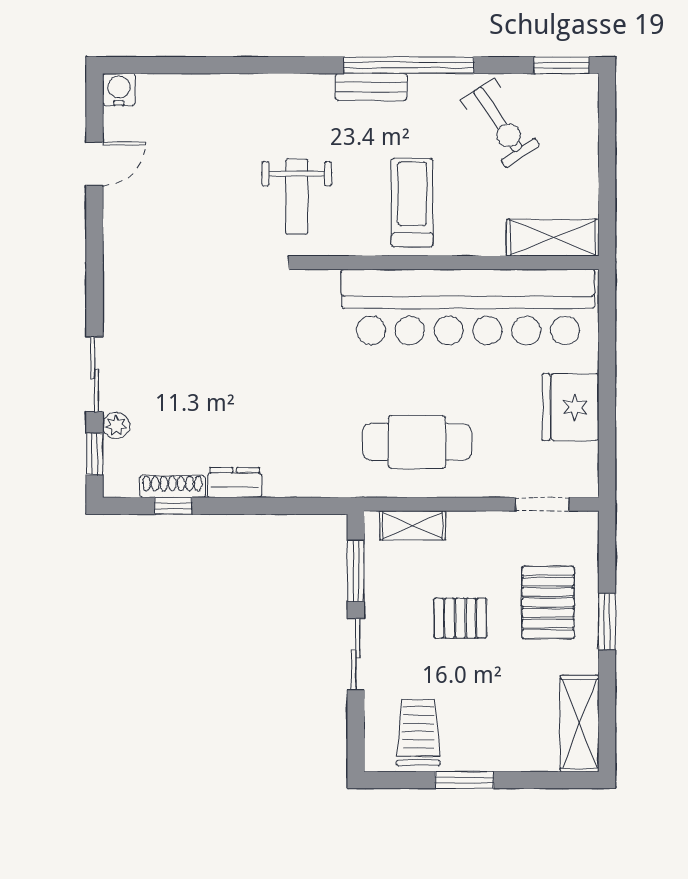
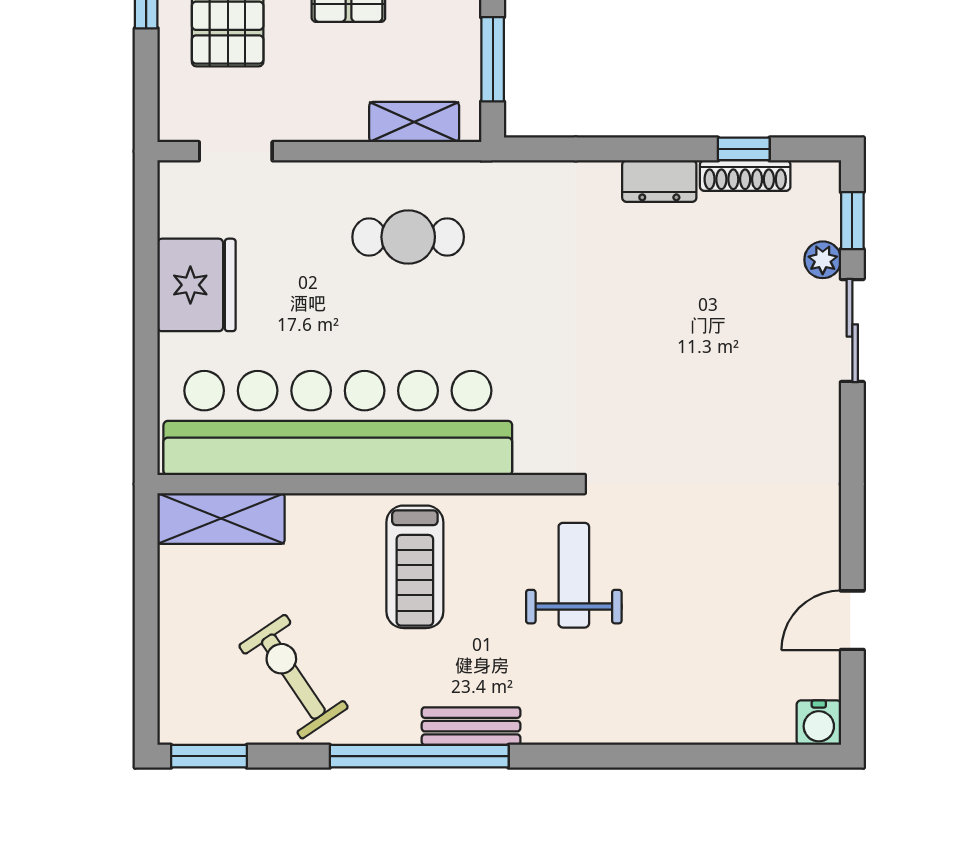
cafe table: (417, 442) -> (408, 237), width x0.73, depth x0.74

